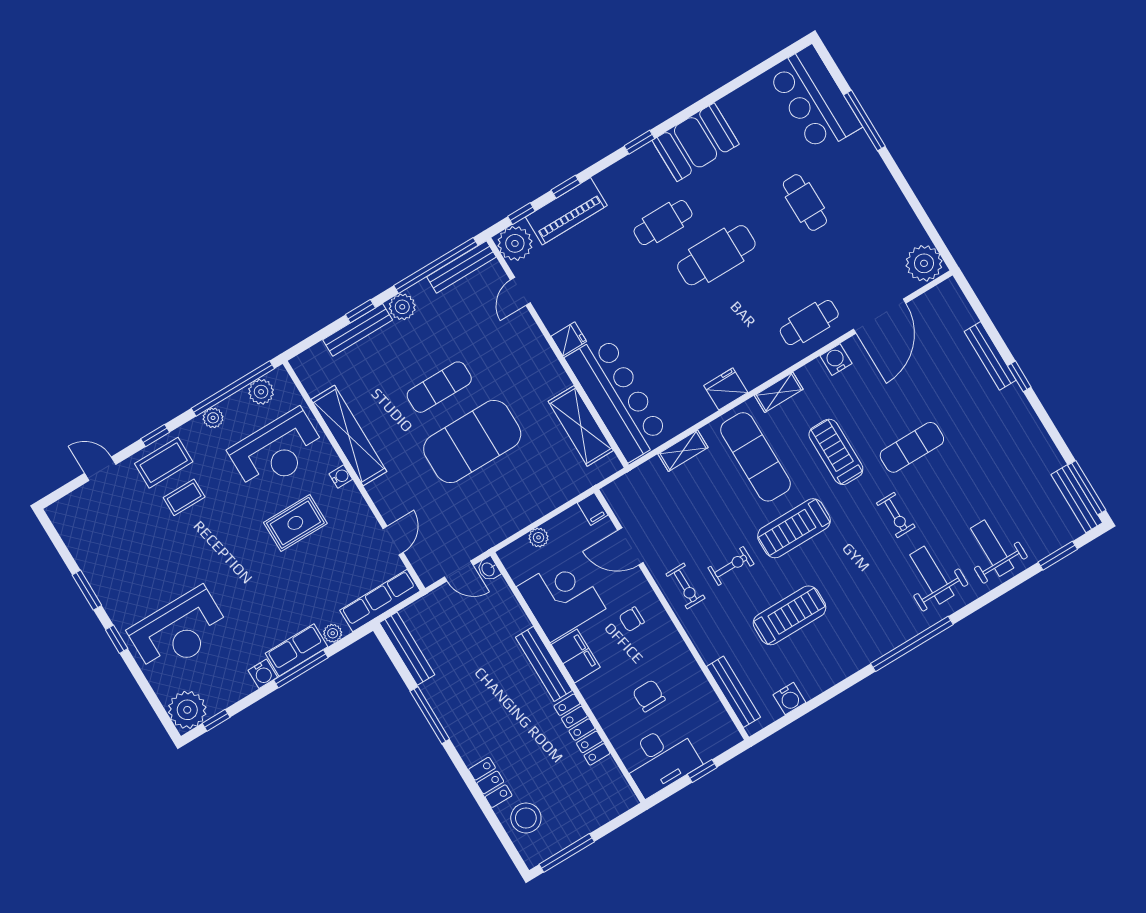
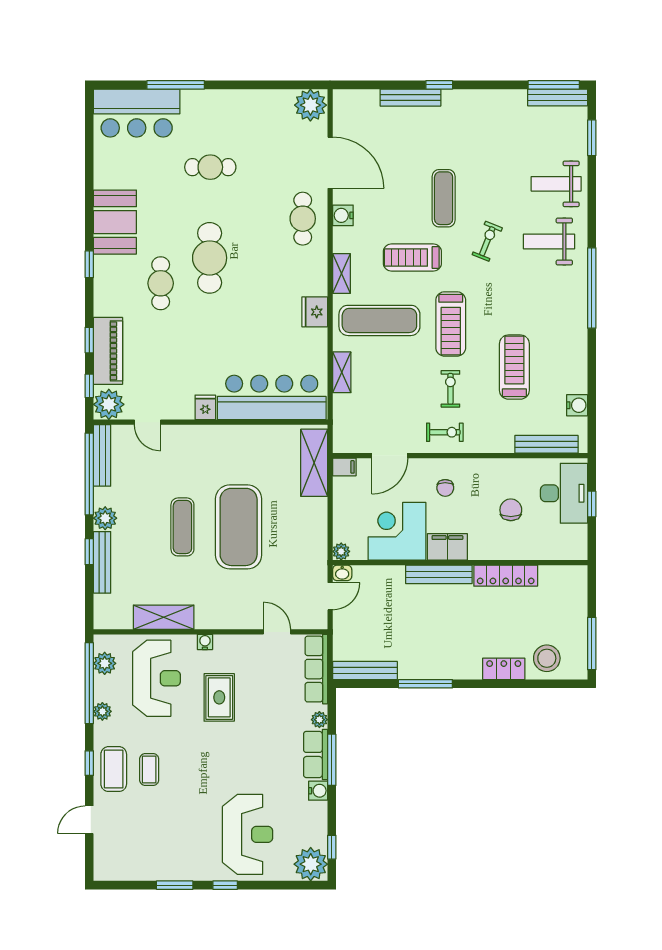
shelving: (581, 426) -> (314, 463), moved, turned 90
shelving: (349, 436) -> (164, 617), width x0.68
exercise bike: (896, 515) -> (487, 241), turned -68
plant: (539, 537) -> (341, 551), moved
chair: (649, 696) -> (511, 510), turned 90
desk: (660, 759) -> (564, 493), moved

